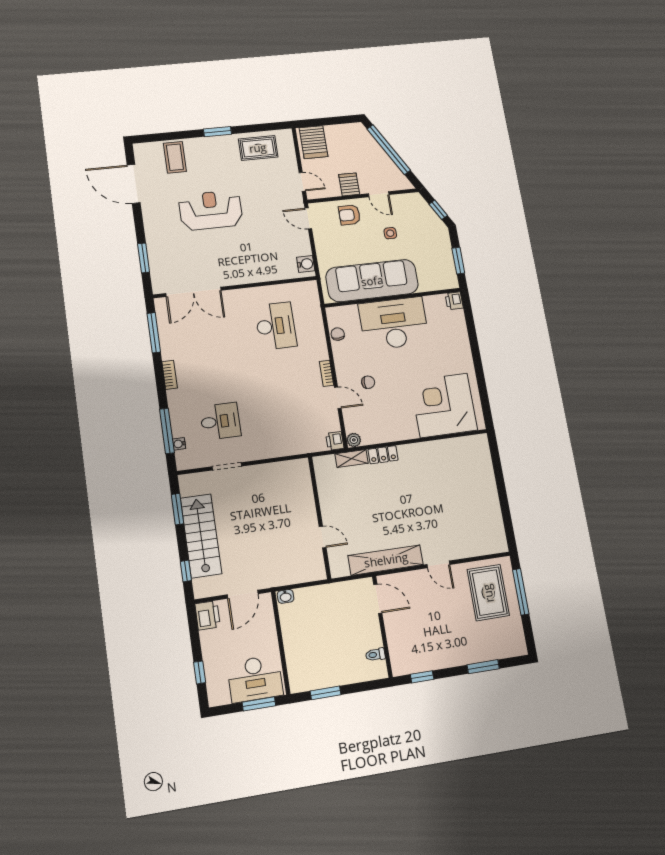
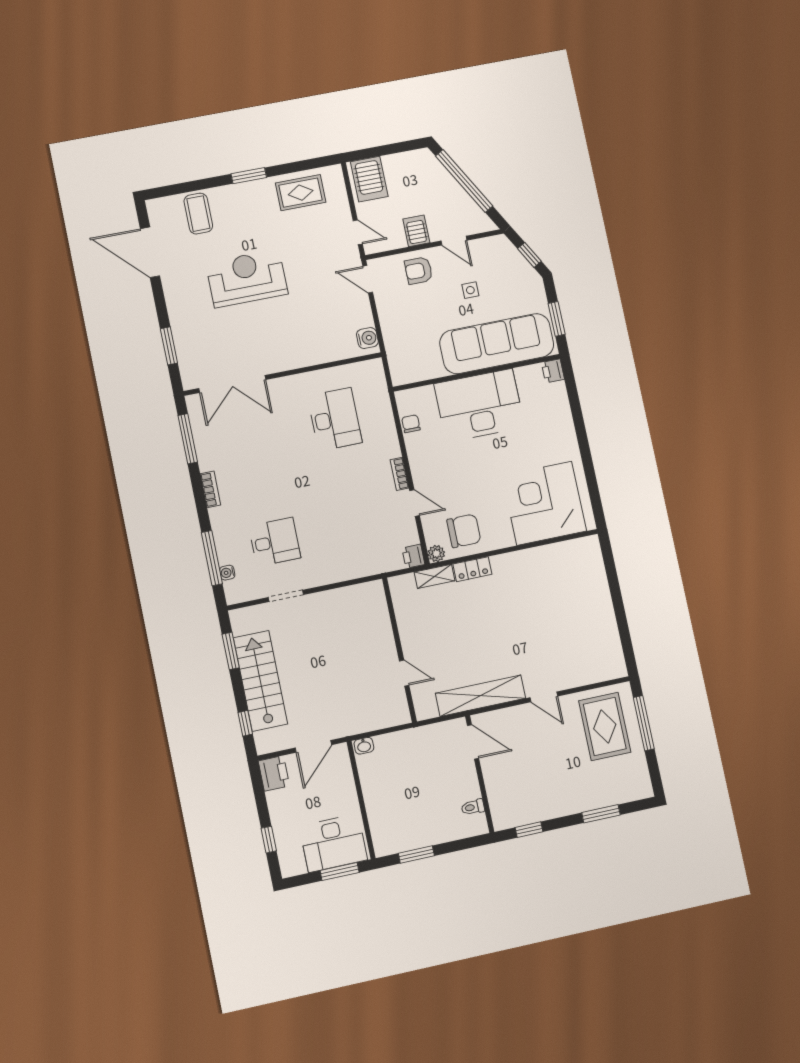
sofa: (372, 281) -> (497, 344), moved
chair: (368, 382) -> (464, 531), moved, width x1.87, depth x1.87

